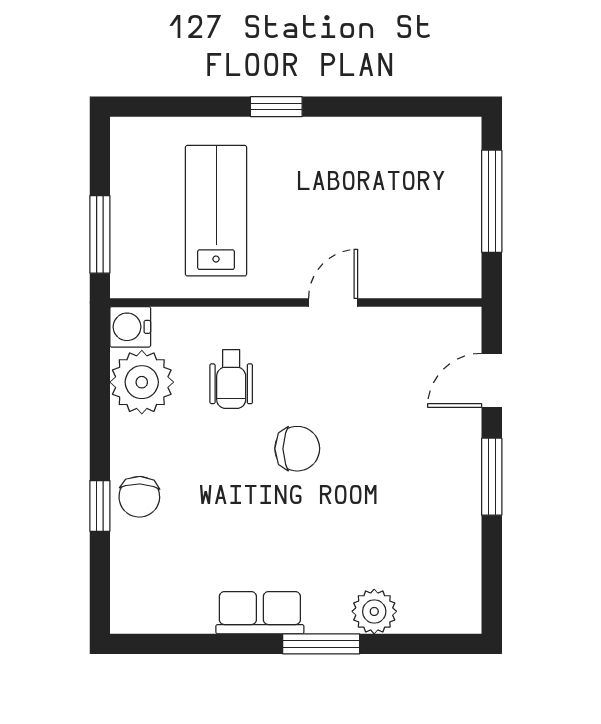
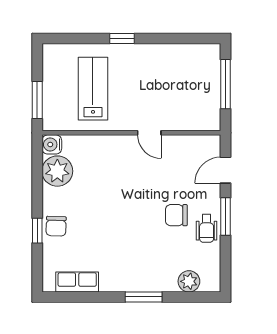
door: (333, 303) -> (149, 133), swing flipped
wheelchair: (231, 379) -> (207, 228), moved
chair: (297, 449) -> (176, 215), moved, turned 180
plant: (374, 611) -> (189, 281), moved
row of seats: (260, 613) -> (77, 282), moved

